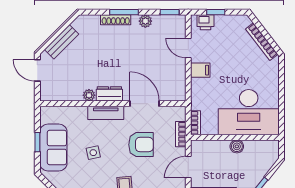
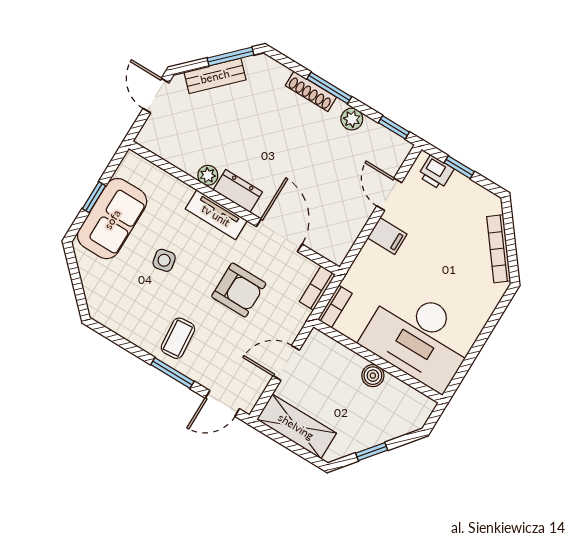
window: (63, 27) -> (230, 57), added
bookcase: (181, 134) -> (317, 288), moved

